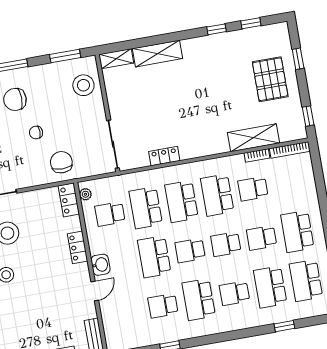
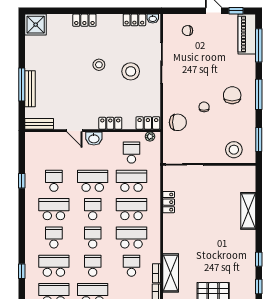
shelving: (116, 59) -> (250, 178), removed

